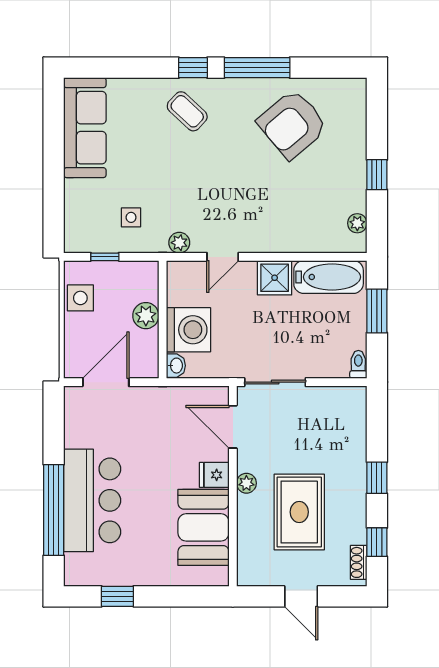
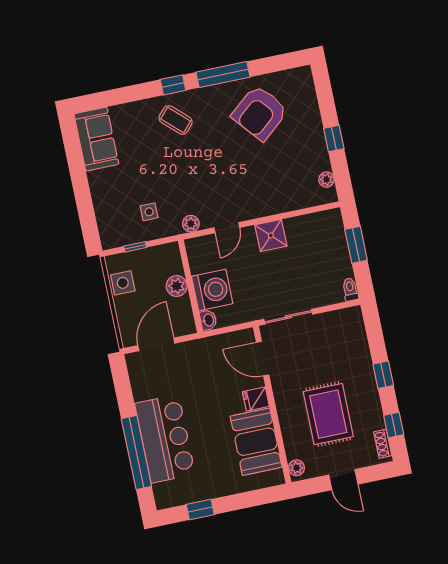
sofa: (85, 128) -> (96, 139), width x0.73
bathtub: (329, 277) -> (313, 226), removed
plant: (246, 483) -> (296, 468), moved

